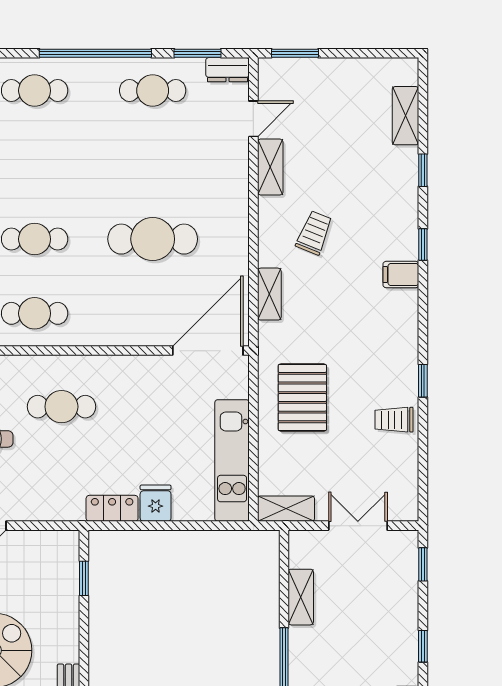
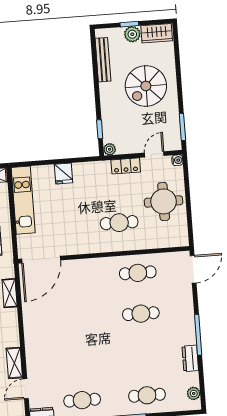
cafe table: (153, 239) -> (76, 319), removed
locker: (112, 508) -> (126, 166), moved
plant: (69, 541) -> (110, 149), added

